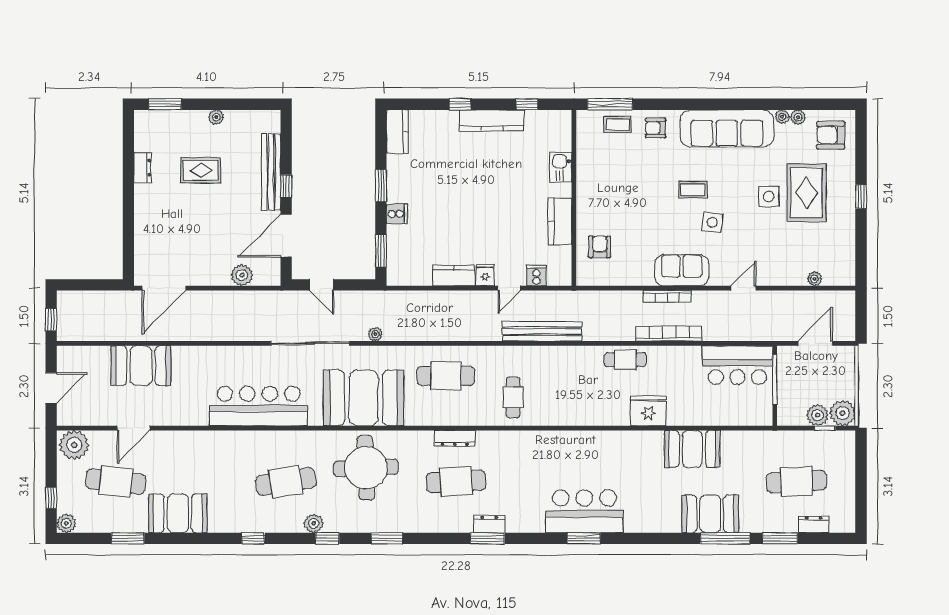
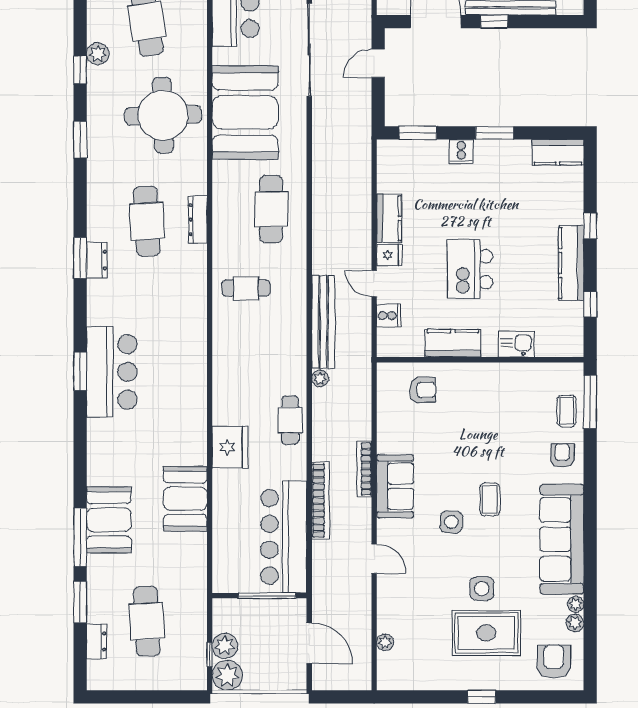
kitchen island: (497, 207) -> (470, 269), added
plant: (375, 334) -> (320, 378), moved
bookcase: (669, 334) -> (321, 501), moved
bar counter: (737, 365) -> (284, 537), width x1.36

